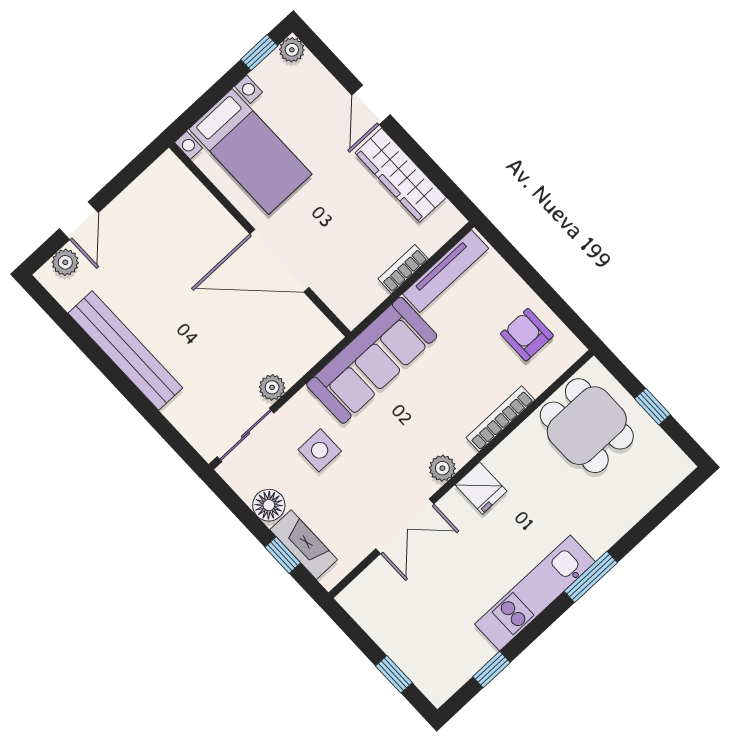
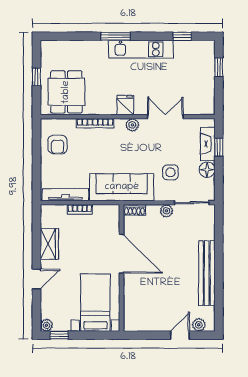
wardrobe: (401, 175) -> (49, 244), width x0.67
shoe rack: (321, 344) -> (134, 210), added

